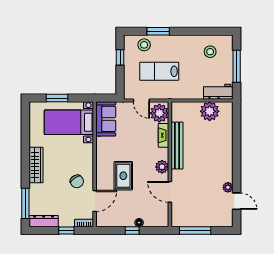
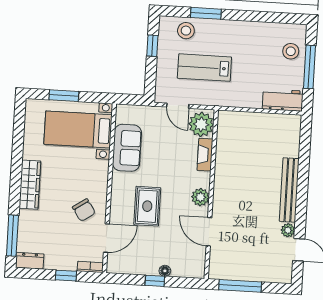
stool: (210, 52) -> (291, 51), moved
plant: (210, 111) -> (269, 126), removed
sofa: (106, 119) -> (127, 148), moved
bench: (177, 146) -> (289, 190), moved
dresser: (44, 221) -> (30, 261), width x0.70

